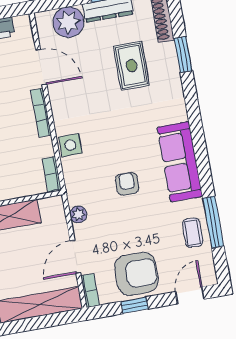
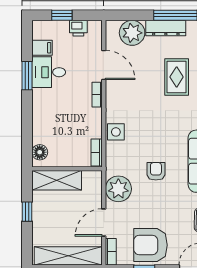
bookcase: (41, 113) -> (97, 95), width x0.64
plant: (78, 214) -> (118, 189), width x1.87, depth x1.87
armchair: (136, 274) -> (150, 245), turned 180

